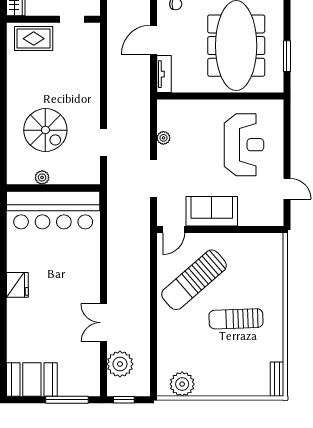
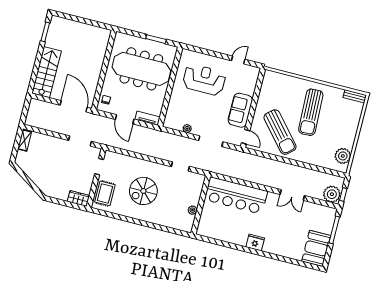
spiral stairs: (45, 130) -> (143, 191), moved, turned 180
bar counter: (53, 210) -> (236, 195), moved, turned 90
sun lounger: (236, 319) -> (311, 112), width x1.36, depth x1.34
plant: (120, 364) -> (332, 194), moved

